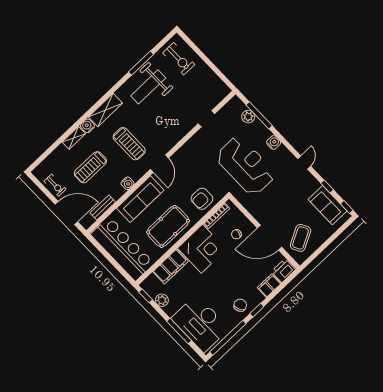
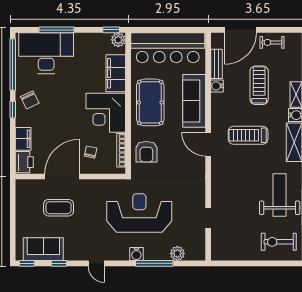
window: (259, 115) -> (154, 263), moved
reception desk: (246, 166) -> (139, 213), turned 180
water cooler: (128, 183) -> (217, 86), moved
armchair: (202, 199) -> (146, 152), turned 180
coffee table: (301, 238) -> (59, 208), moved, turned -62
plant: (162, 300) -> (118, 40), moved

